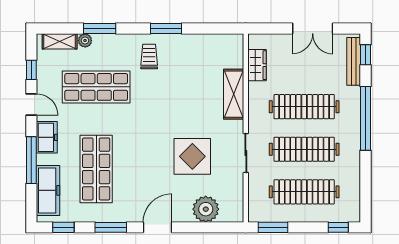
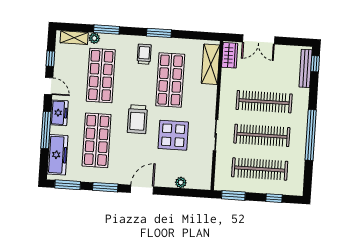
double door: (313, 29) -> (259, 39), moved
wardrobe: (257, 65) -> (230, 55), moved
shop shelf: (96, 87) -> (101, 76), turned 90
shop shelf: (184, 87) -> (170, 80), added
shelving: (234, 94) -> (211, 64), moved
window: (366, 118) -> (311, 135), moved
trolley: (146, 139) -> (137, 119), added
plant: (206, 209) -> (181, 182), width x0.53, depth x0.53
window: (63, 227) -> (68, 185), width x1.50
window: (338, 227) -> (274, 198), moved

